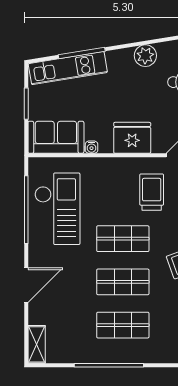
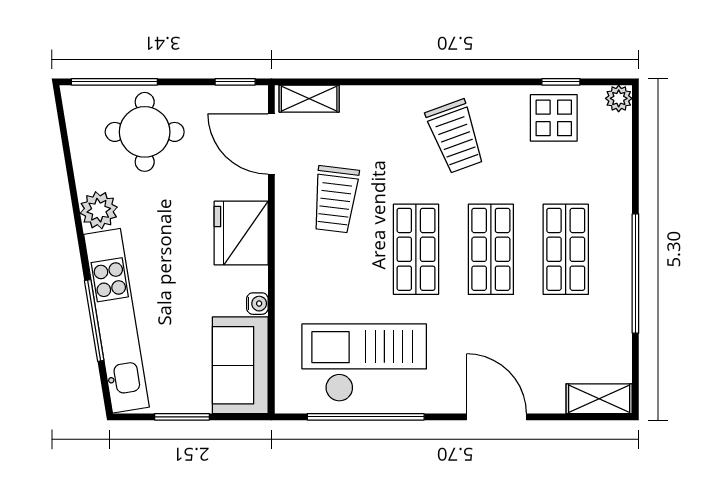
kitchen unit: (68, 68) -> (116, 321), width x1.36
trolley: (152, 192) -> (335, 199), turned -83

